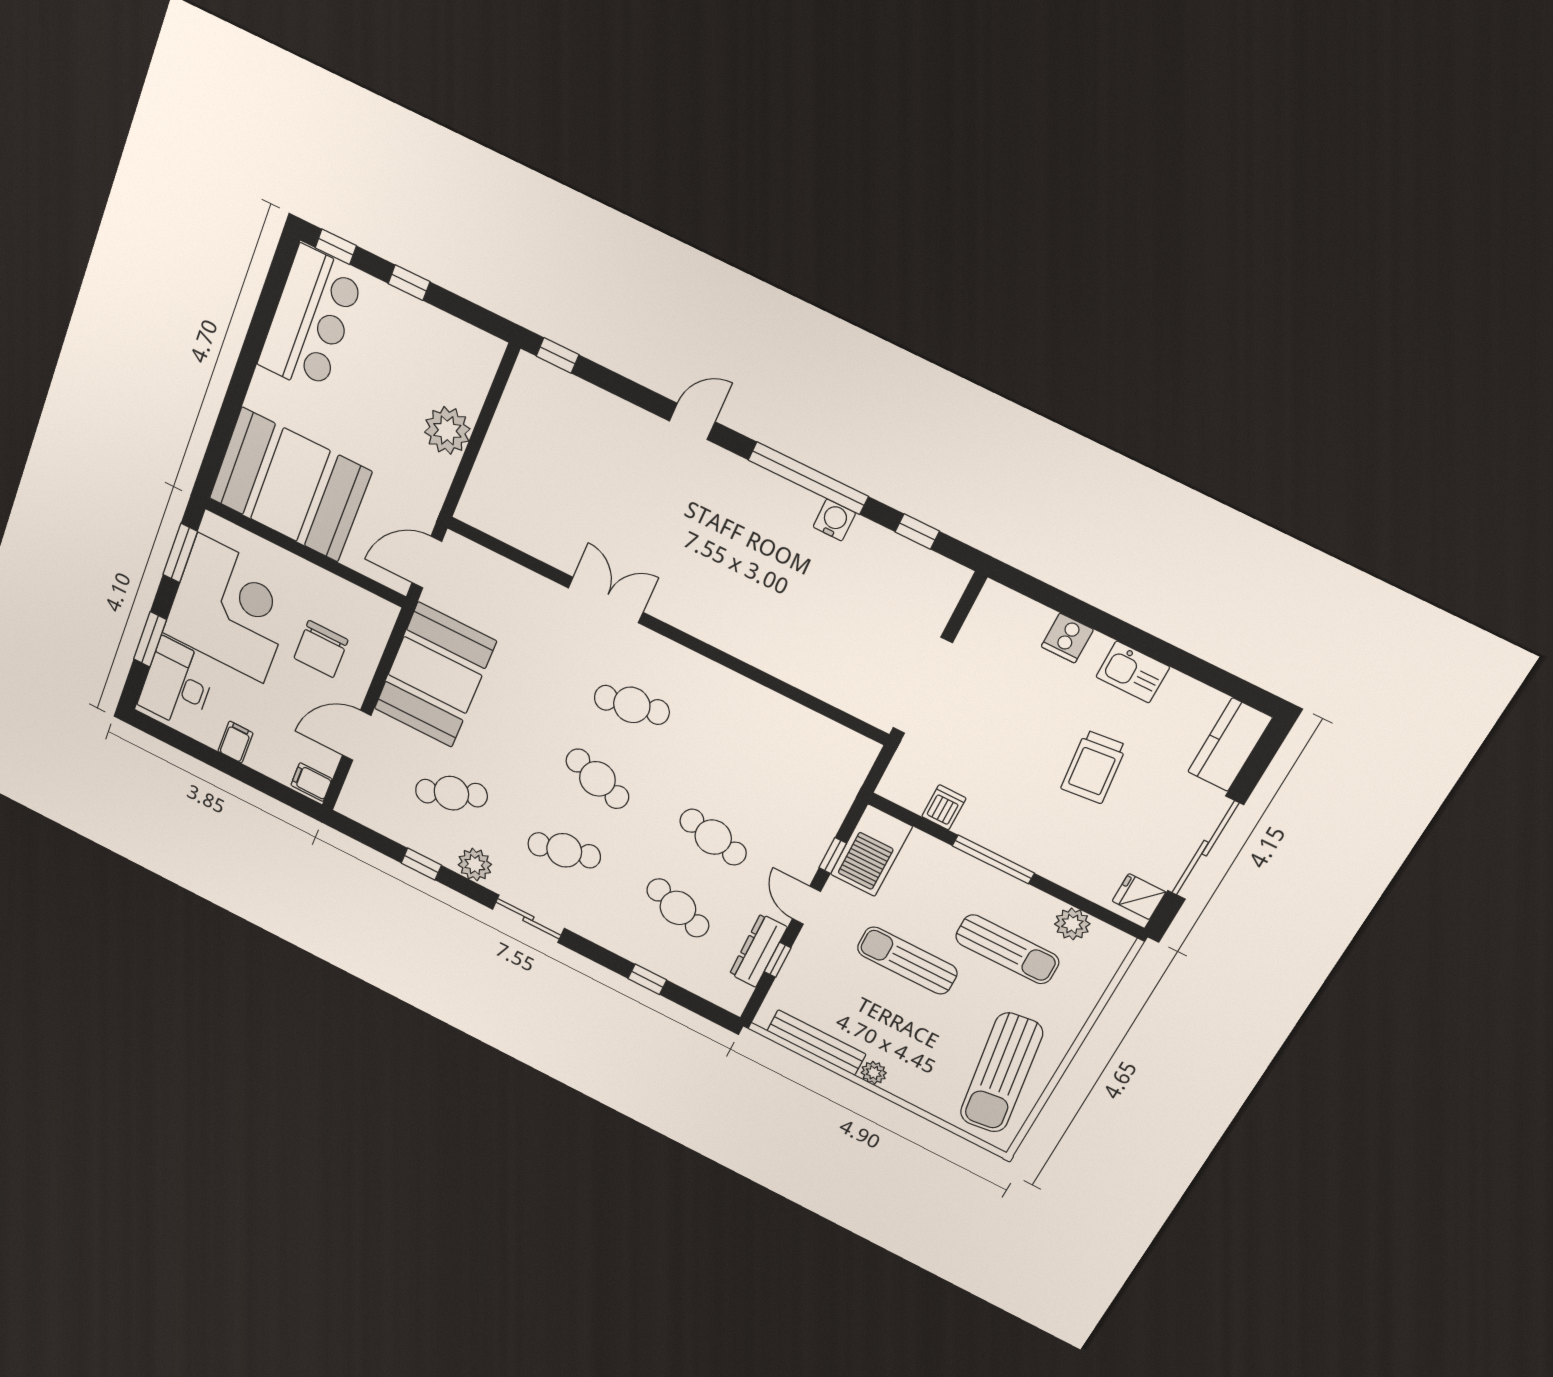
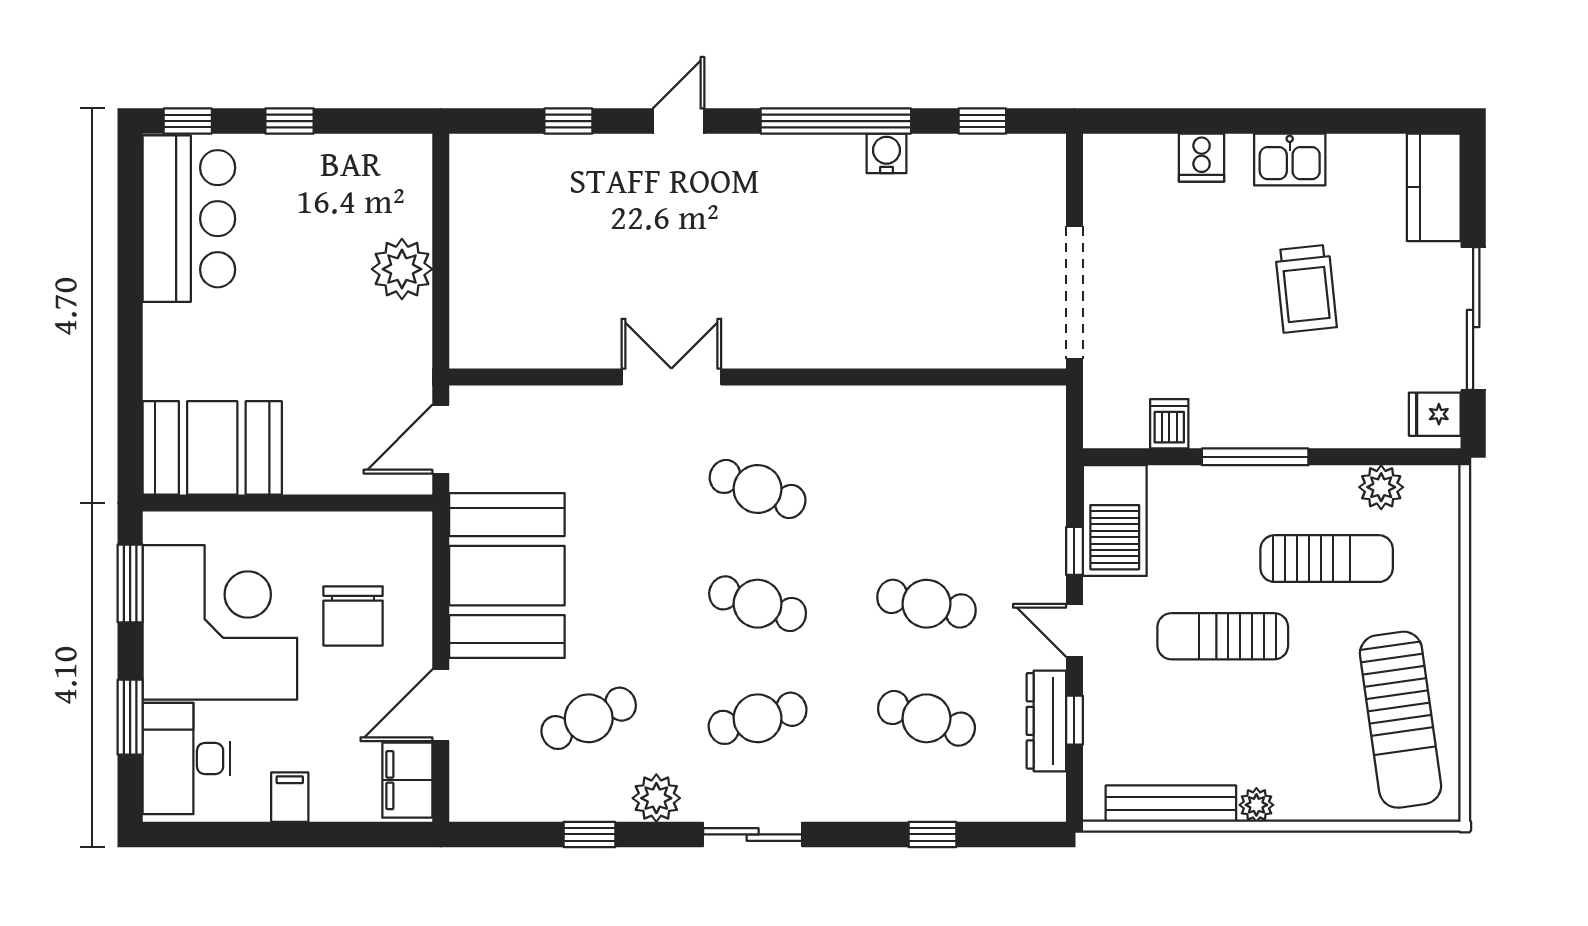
window: (558, 355) -> (568, 121), moved
booth: (290, 485) -> (212, 448), width x0.73, depth x0.70
cafe table: (632, 705) -> (758, 489), turned 33
filing cabinet: (311, 782) -> (407, 780), width x2.00

